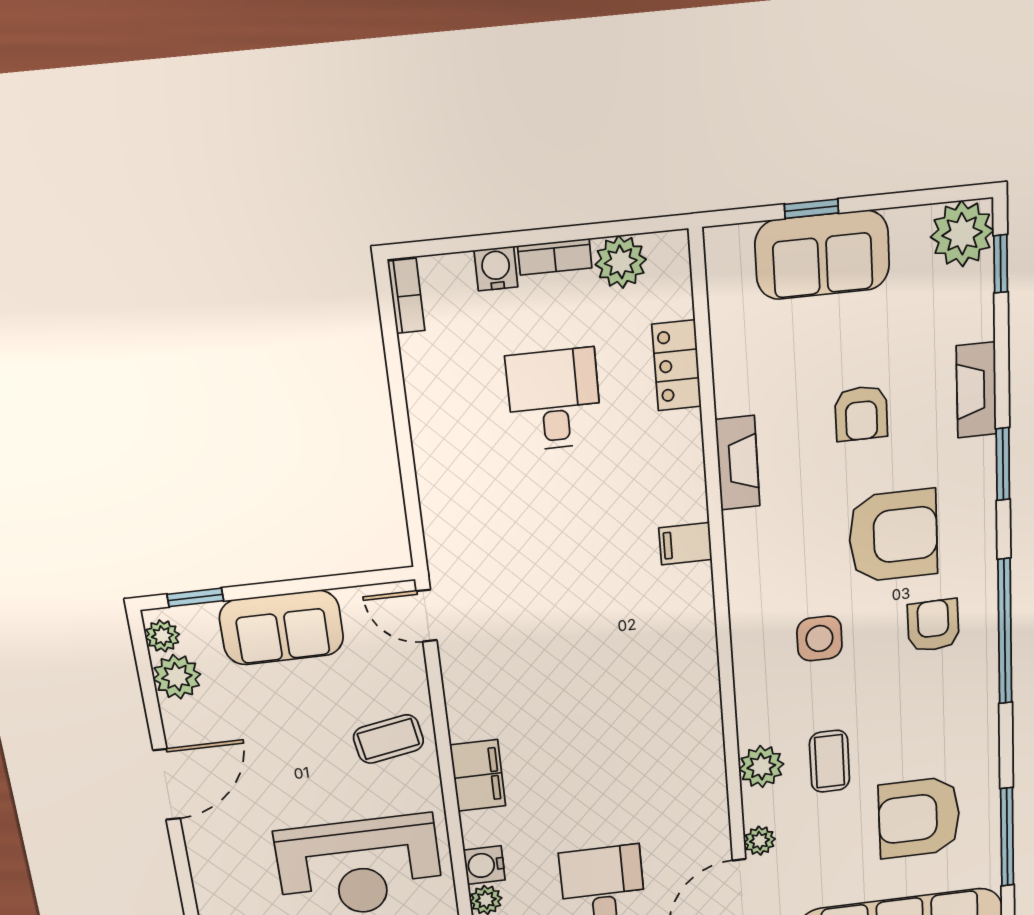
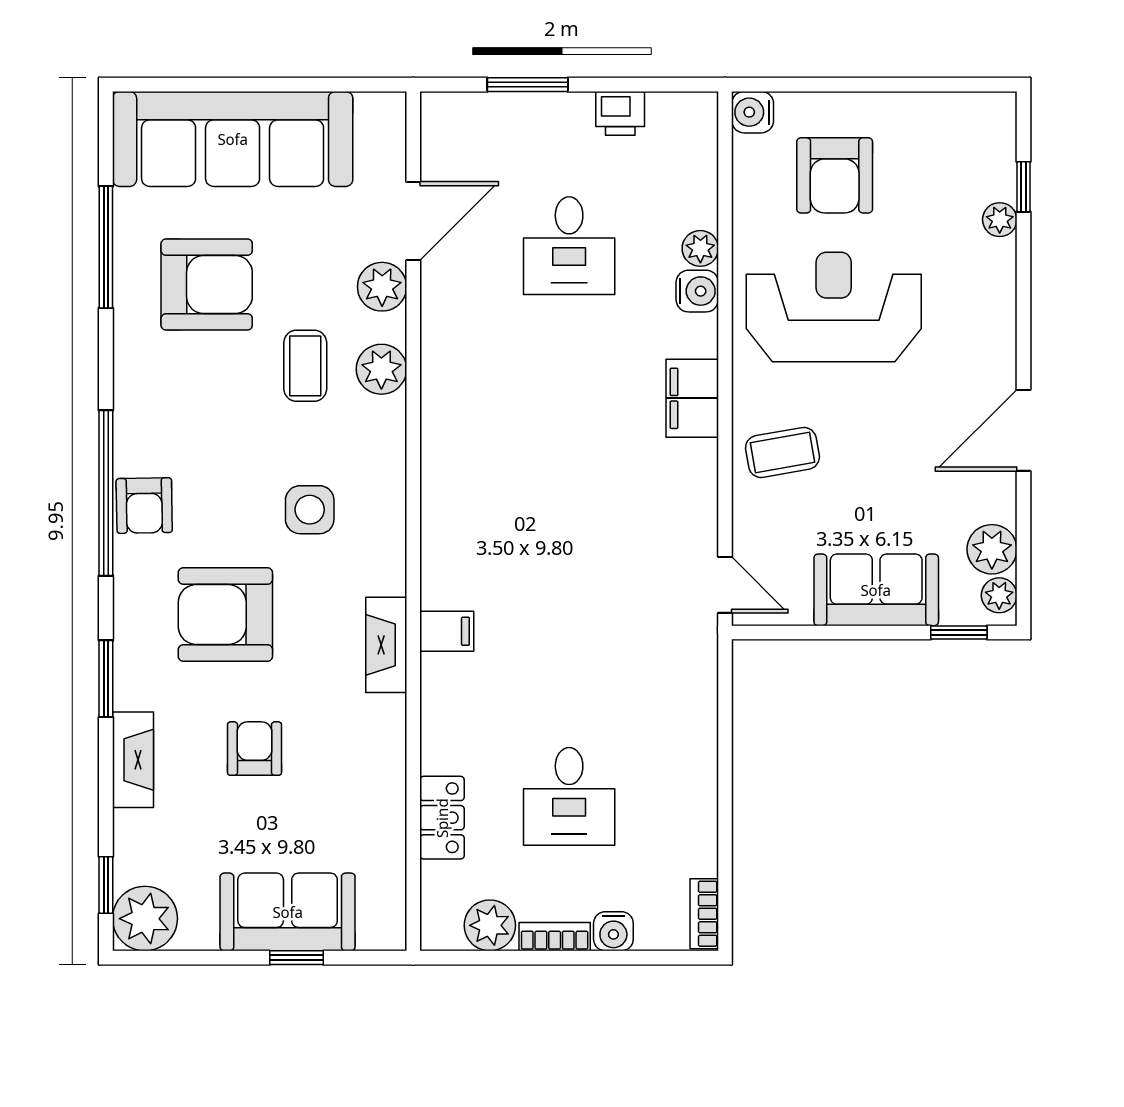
fireplace: (738, 463) -> (386, 645), moved
armchair: (933, 625) -> (144, 506), moved
plant: (760, 841) -> (382, 287), width x1.38, depth x1.38

